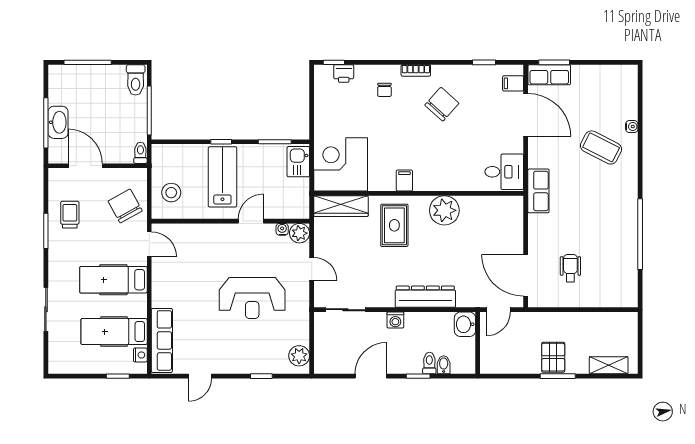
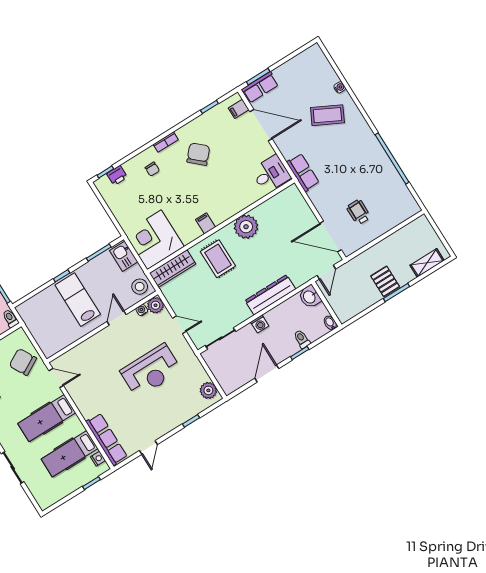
stool: (171, 193) -> (140, 287), moved
bidet: (444, 365) -> (330, 323), moved

